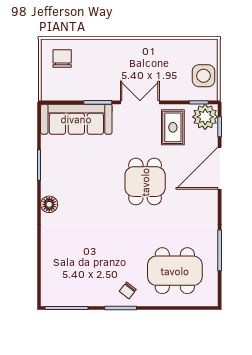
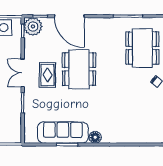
sofa: (76, 119) -> (63, 133), moved, turned -90
rug: (173, 127) -> (47, 75), moved, turned 90
dining table: (145, 182) -> (79, 69), width x1.38

